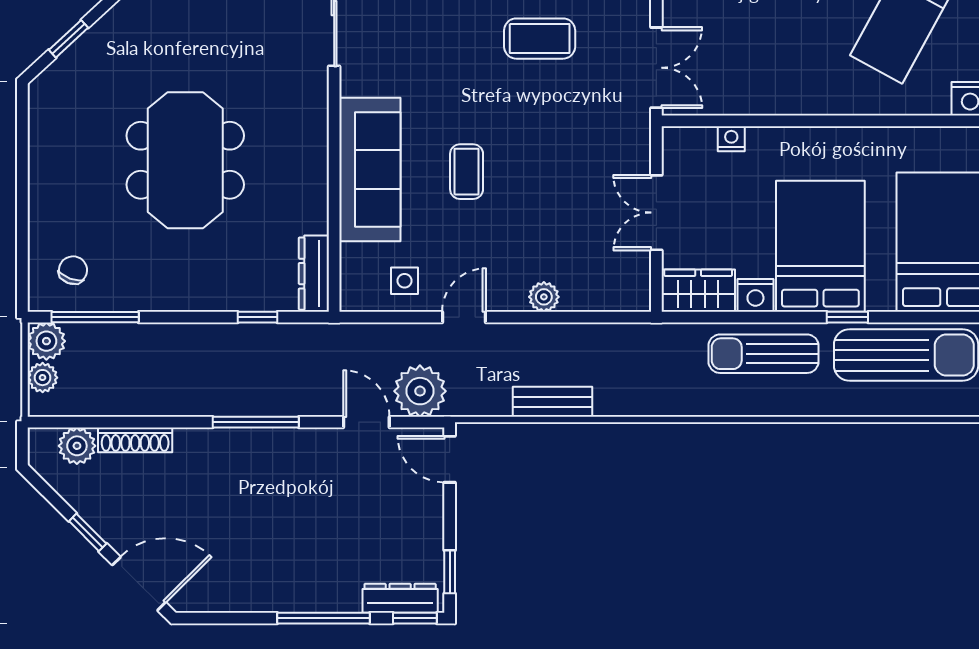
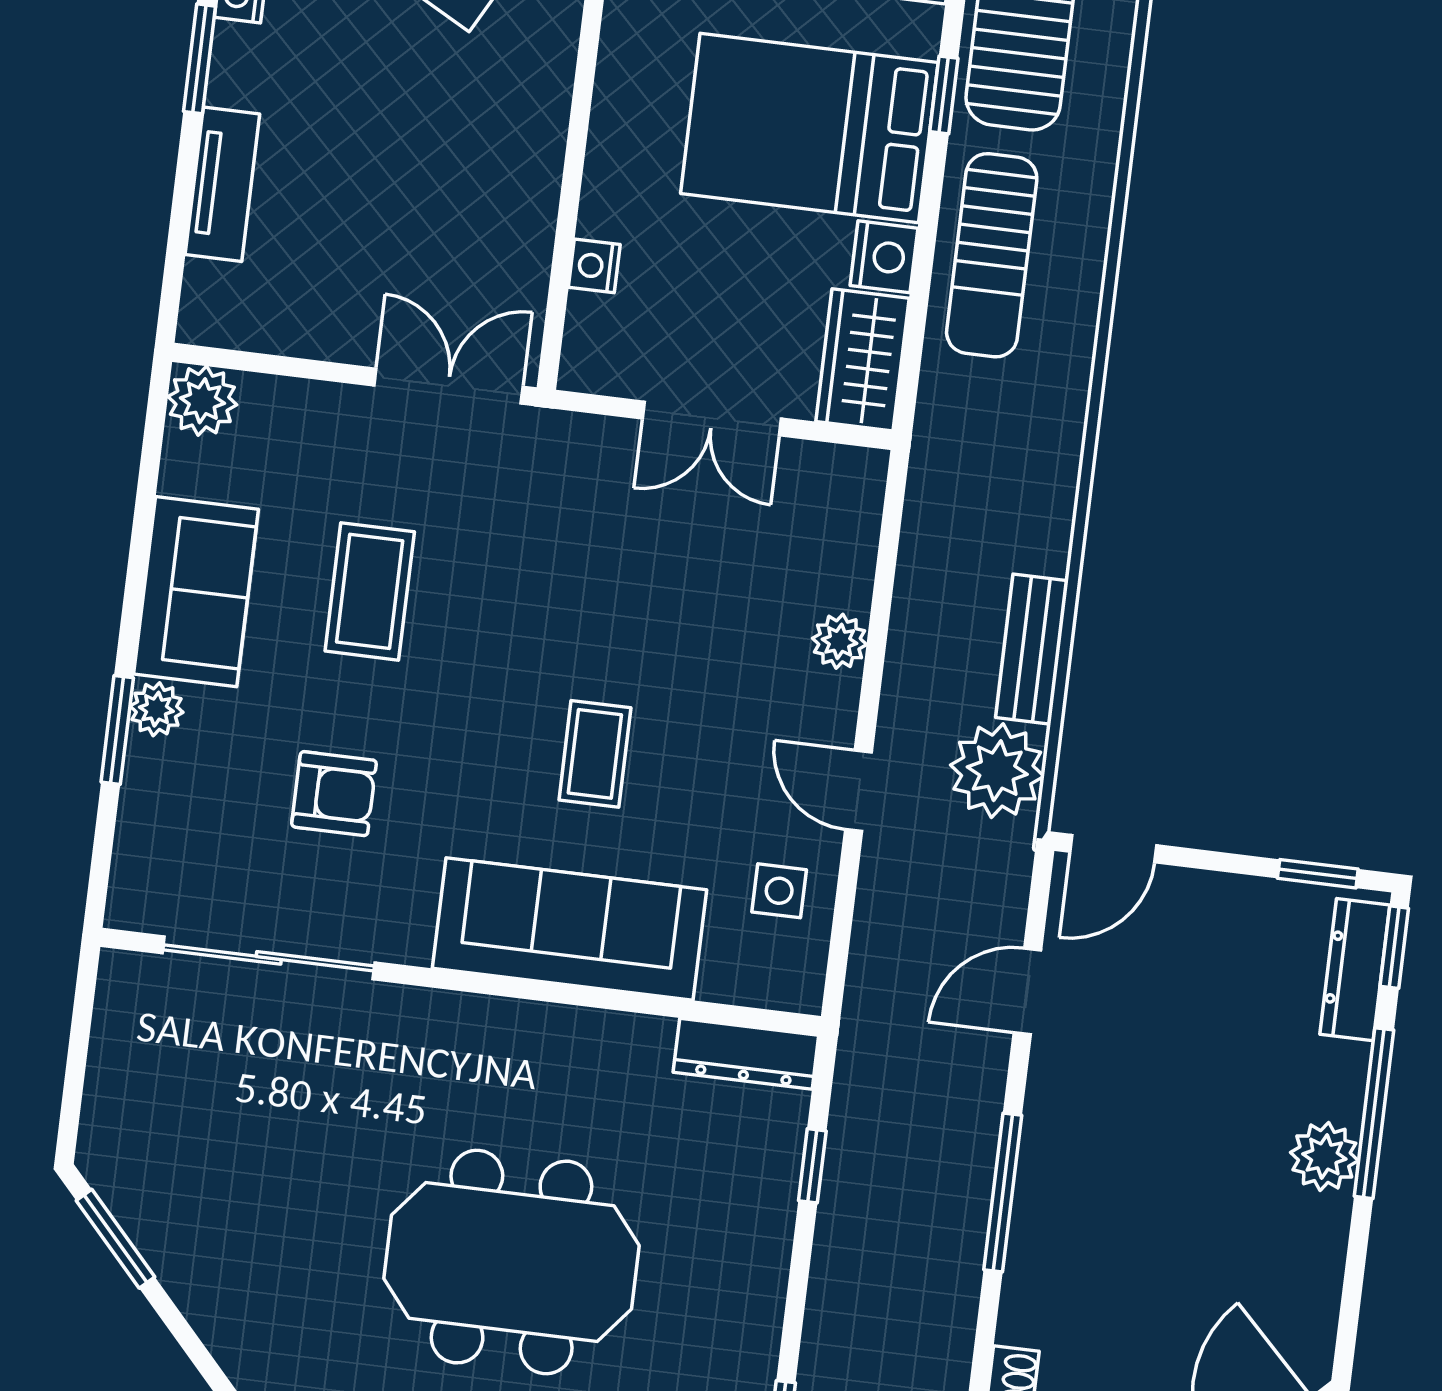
armchair: (428, 33) -> (334, 794), added
coffee table: (467, 172) -> (595, 754), turned 90
plant: (420, 391) -> (997, 771), moved
plant: (297, 594) -> (1324, 1156), added

